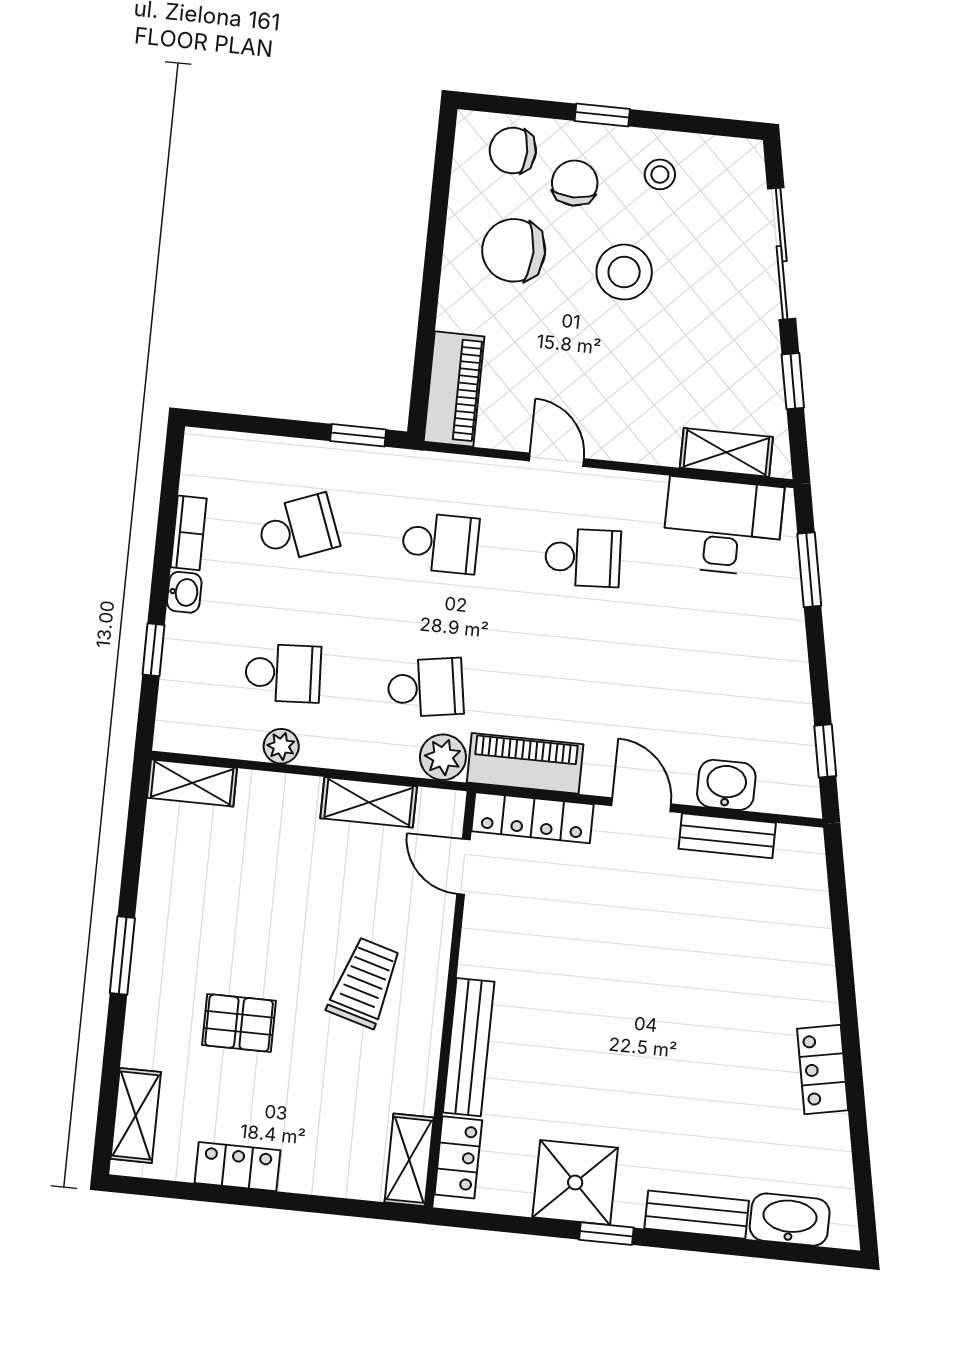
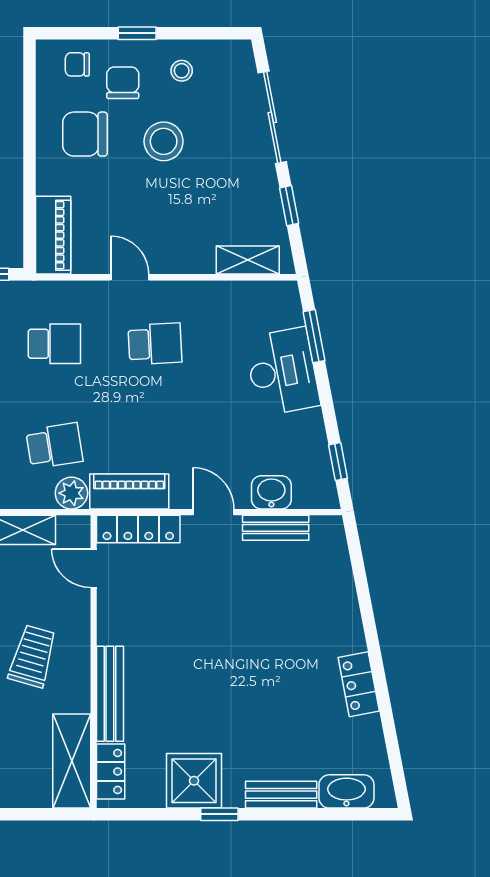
chair: (513, 151) -> (77, 64), width x0.73, depth x0.73
desk: (723, 527) -> (282, 372), moved, turned 79
shelving: (409, 1160) -> (72, 761), width x1.50, depth x1.33

